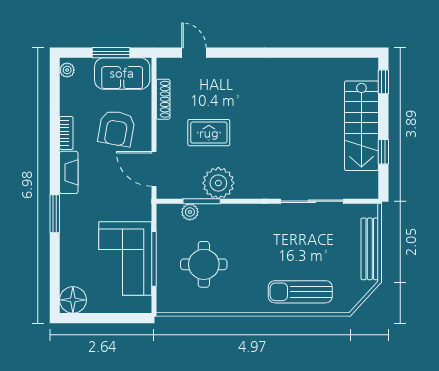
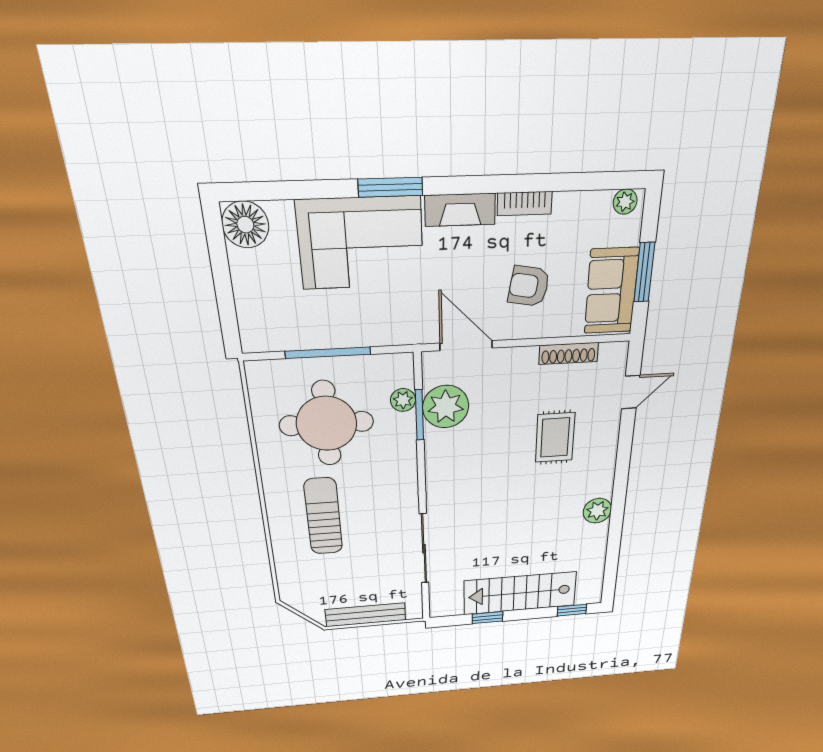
plant: (289, 69) -> (597, 511), added
armchair: (117, 128) -> (529, 286), width x0.72, depth x0.72
rug: (209, 133) -> (555, 438), moved
door: (154, 169) -> (466, 346), hinge flipped
plant: (218, 183) -> (446, 407), moved
corner sofa: (125, 258) -> (361, 243), moved, turned 180
round table: (204, 264) -> (327, 424), width x1.36, depth x1.36
sun lounger: (300, 292) -> (323, 516), moved

